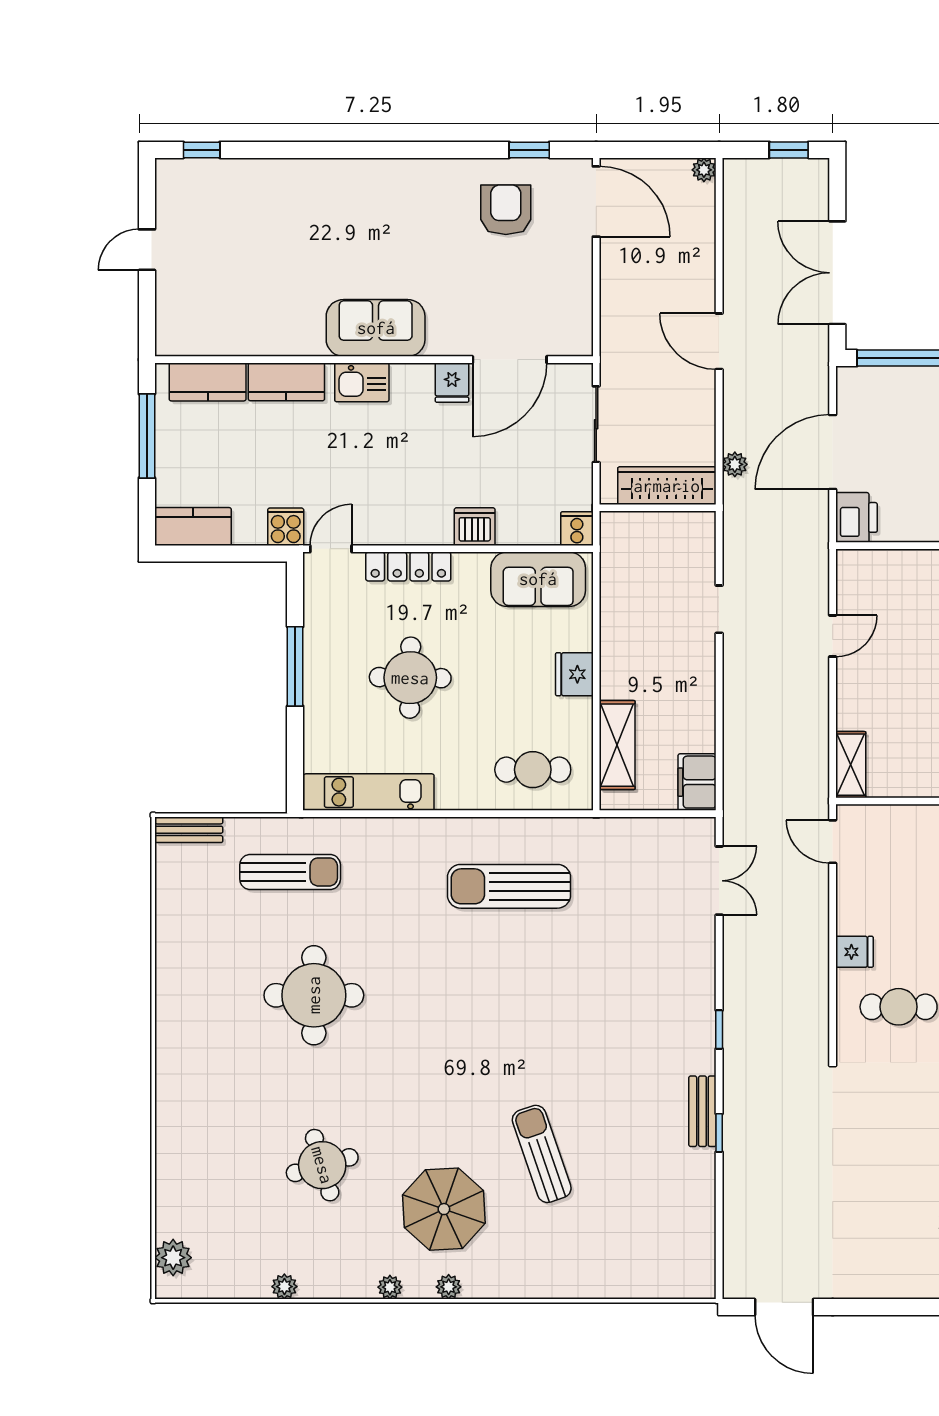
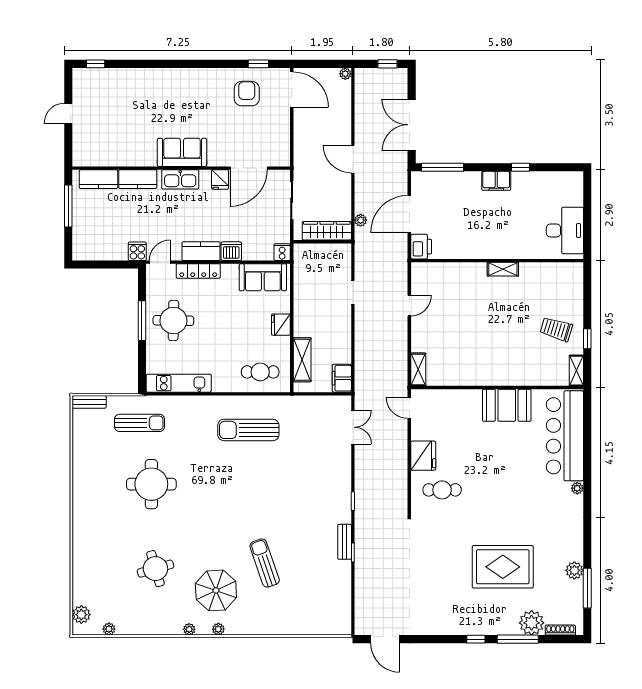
kitchen sink: (362, 382) -> (180, 179), width x1.38
kitchen counter: (193, 527) -> (201, 251), moved
round table: (410, 678) -> (173, 320), moved
fridge: (854, 952) -> (423, 456), width x1.88, depth x1.34
plant: (284, 1287) -> (109, 629), moved

